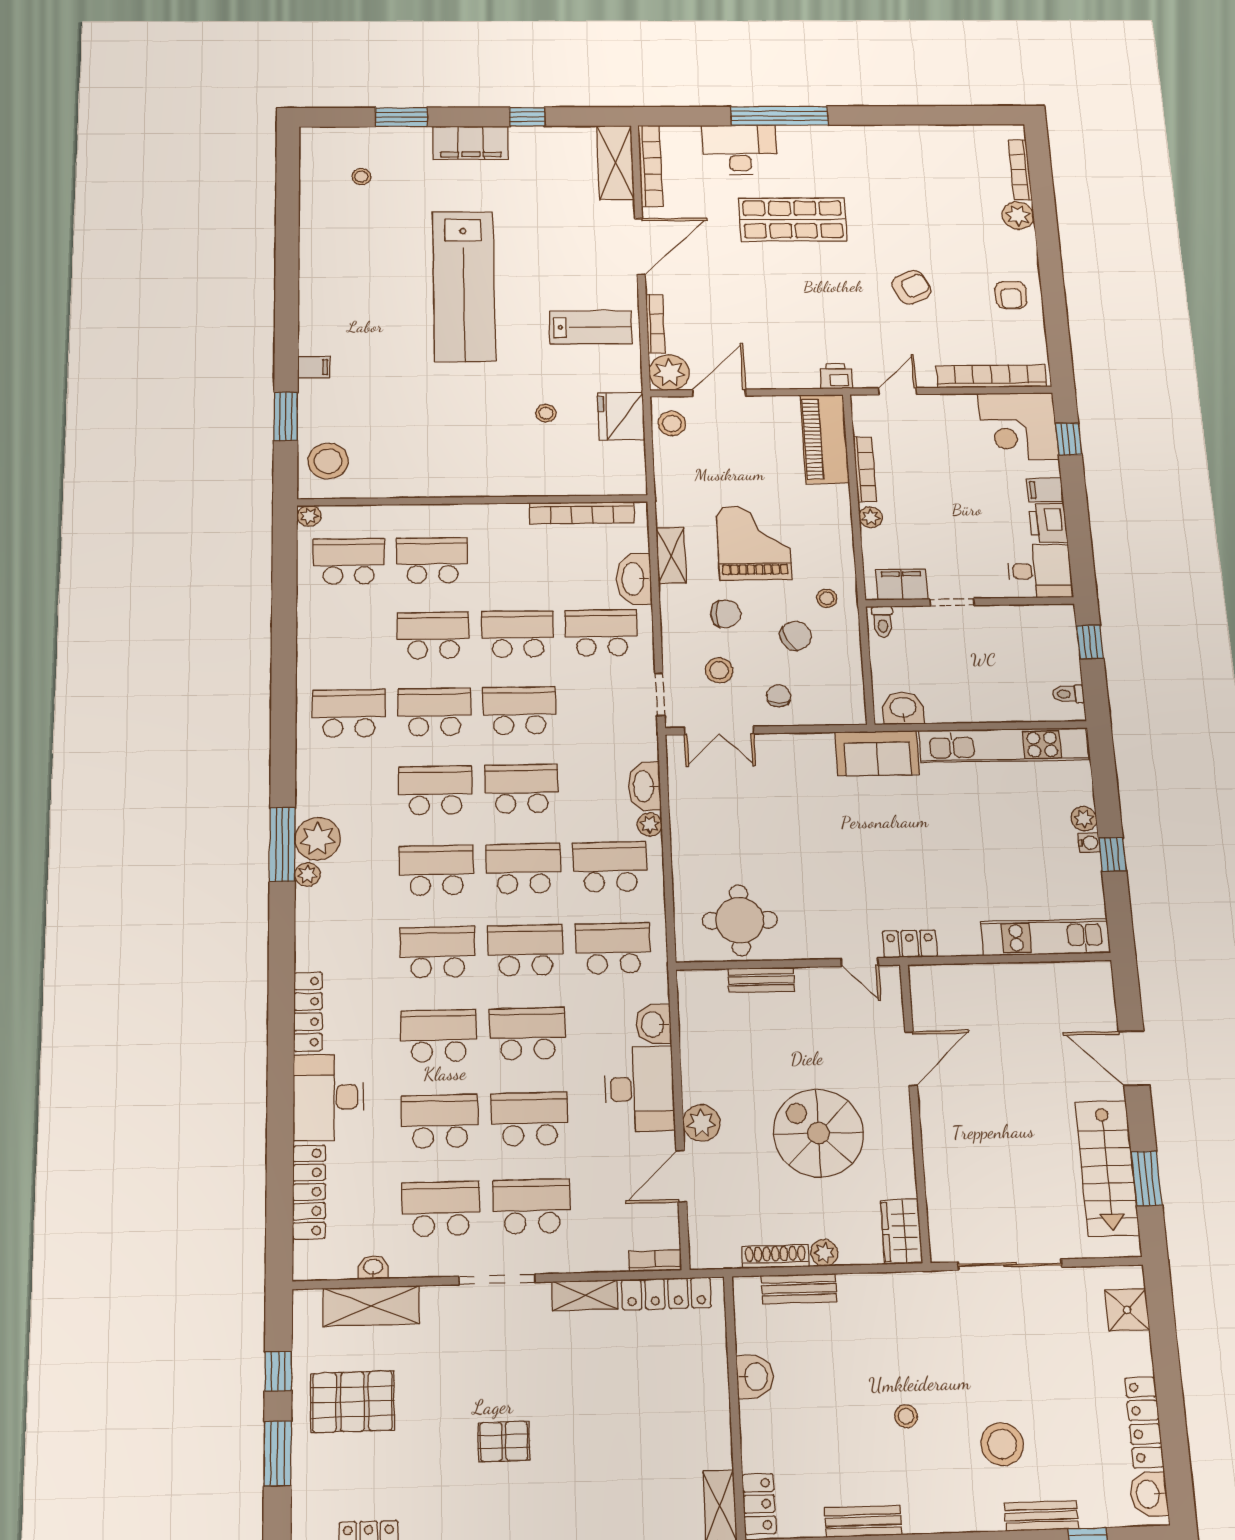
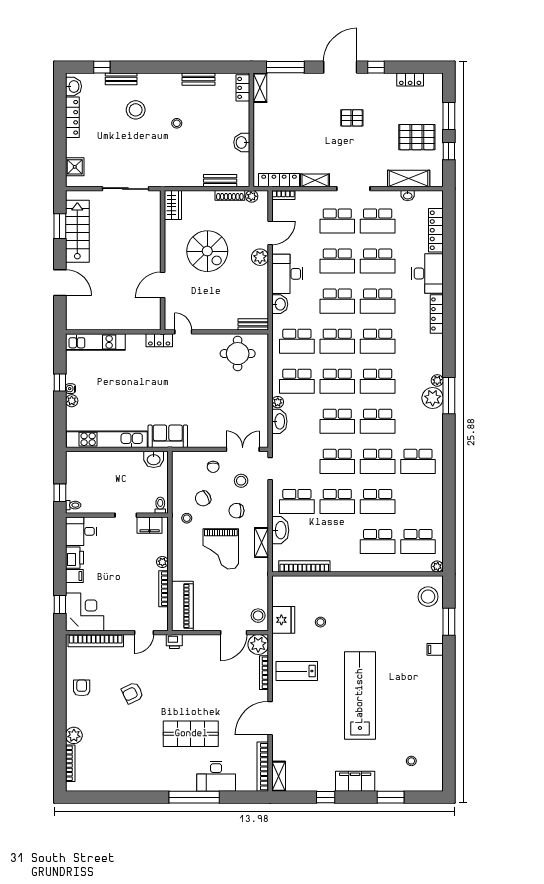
shelving: (615, 163) -> (279, 776), width x0.67, depth x0.75
toilet: (1068, 694) -> (73, 505), moved
bench: (761, 980) -> (253, 324), moved
plant: (824, 1253) -> (252, 196), moved

